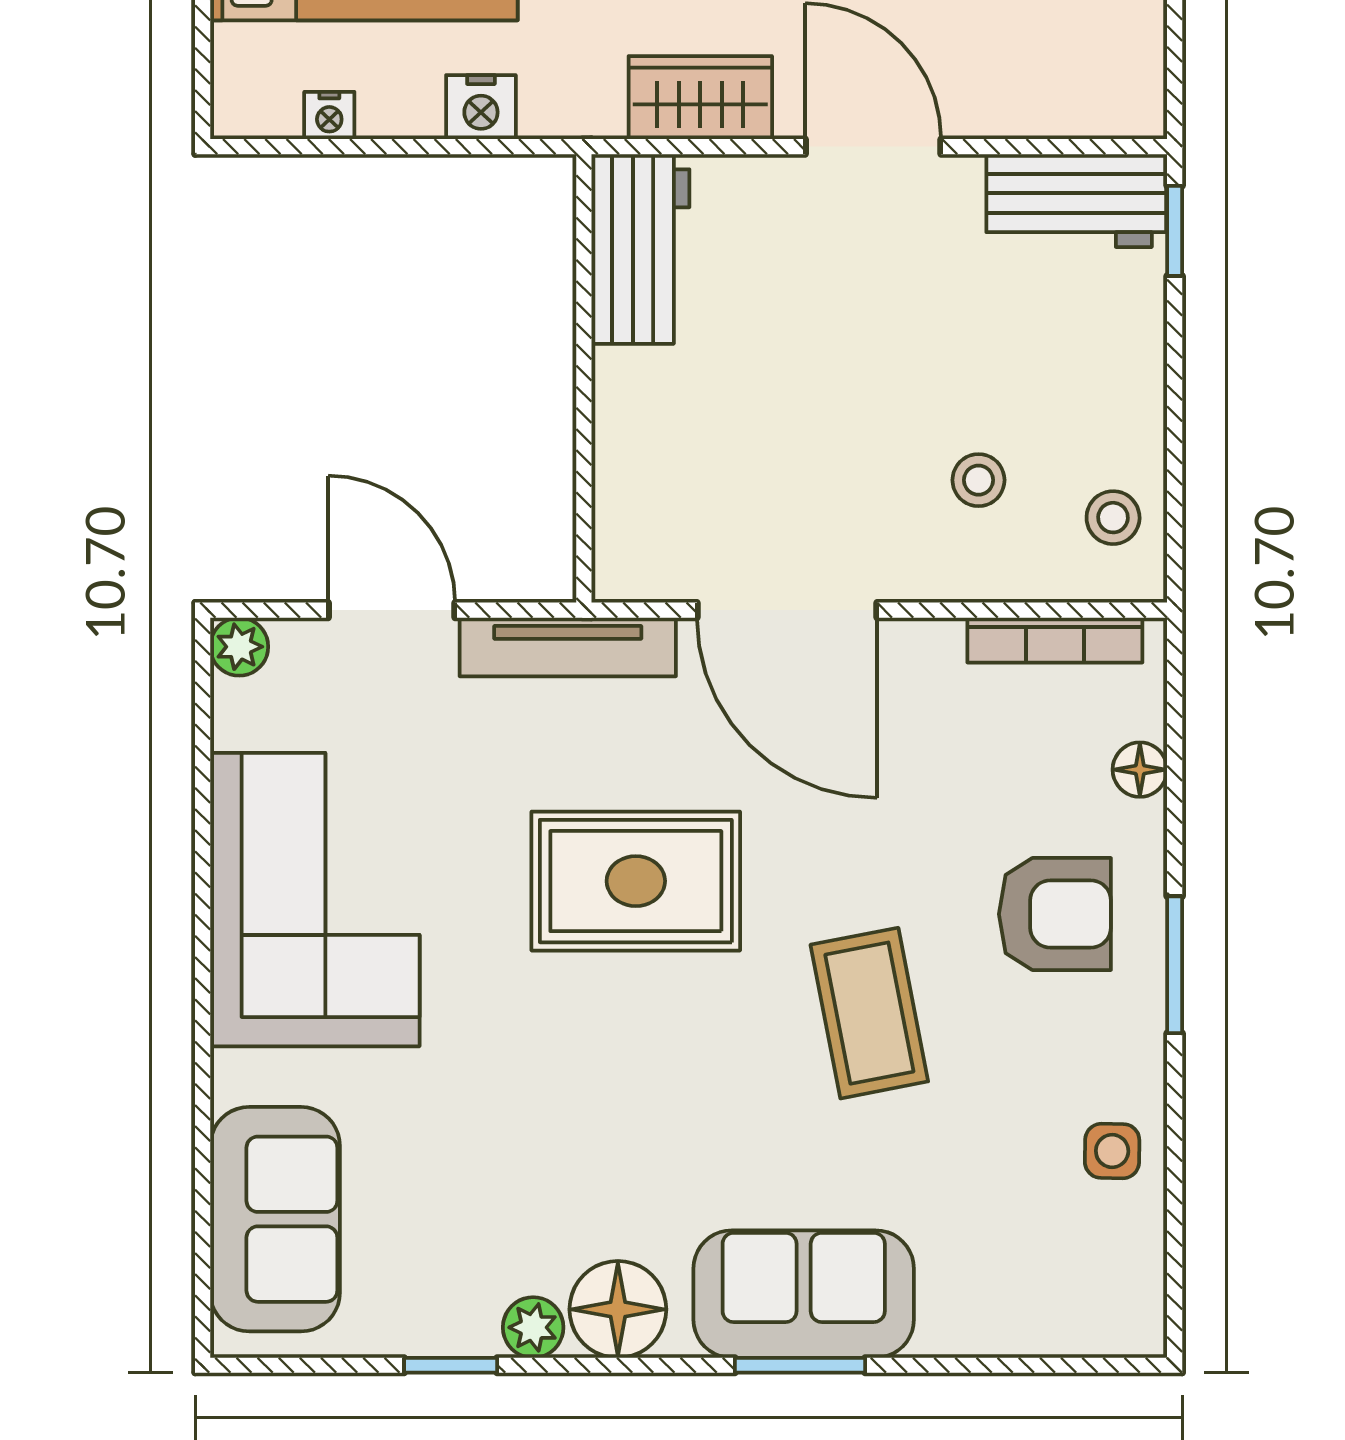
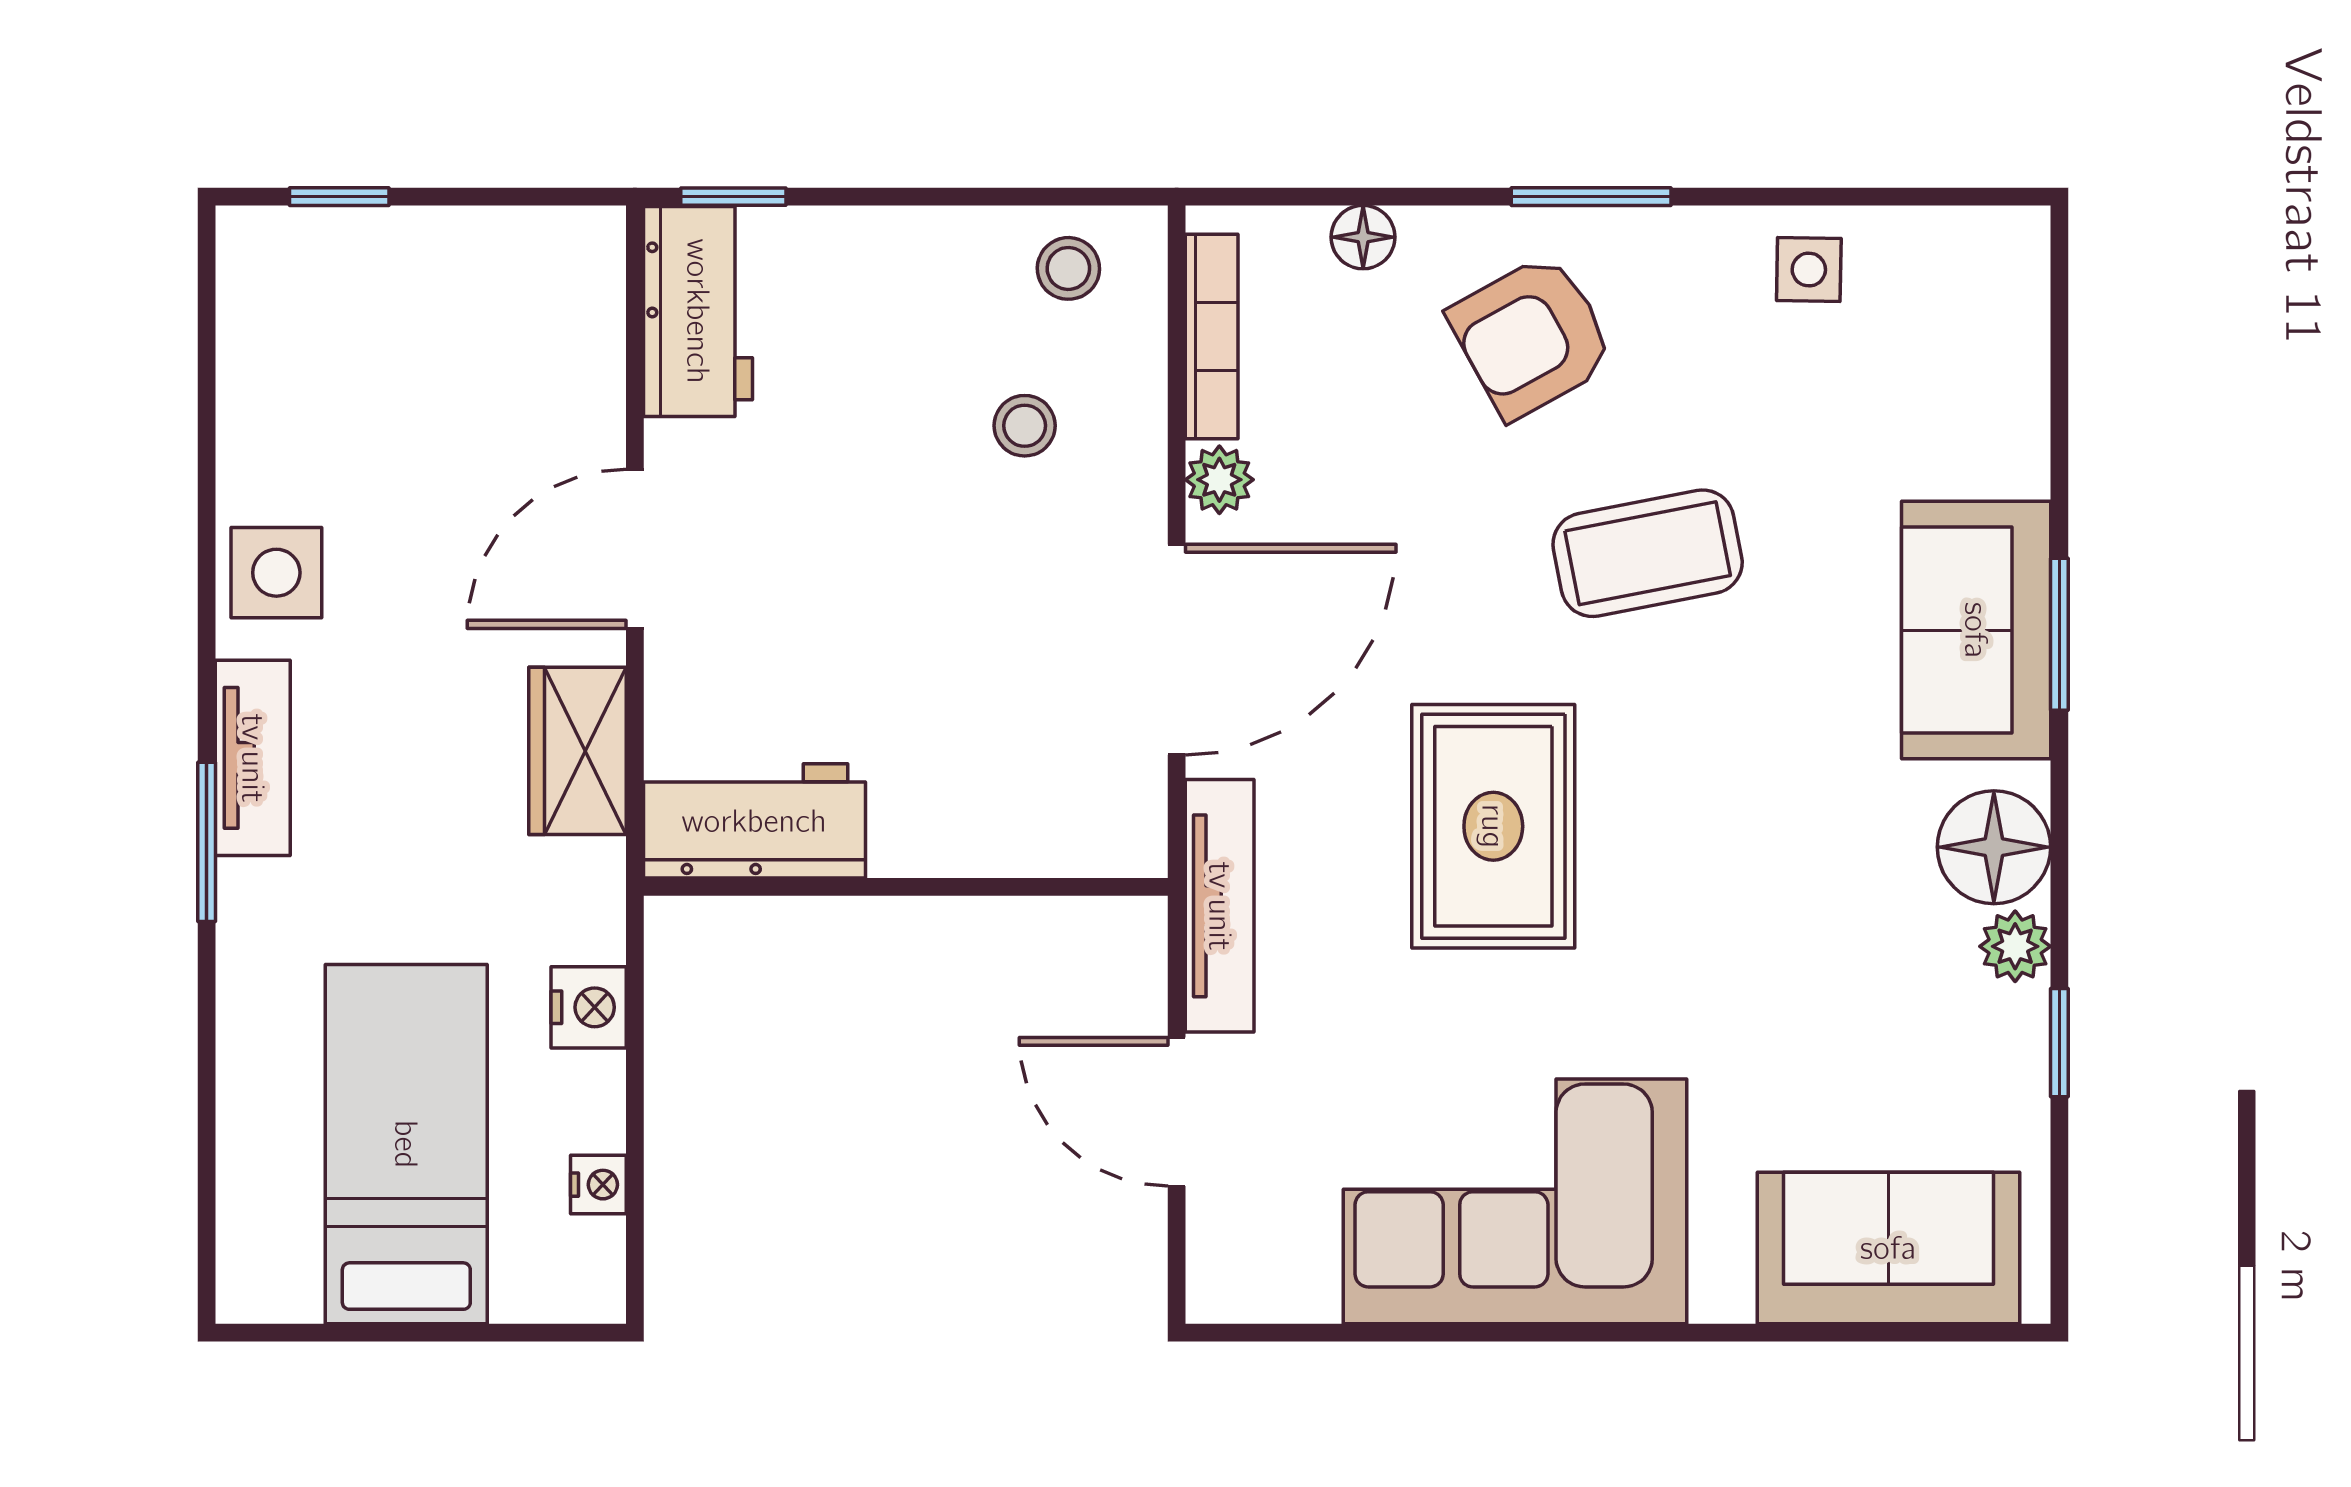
door: (392, 610) -> (1177, 1112), hinge flipped
plant: (239, 647) -> (1219, 480), moved
armchair: (1055, 914) -> (1532, 336), turned -119

